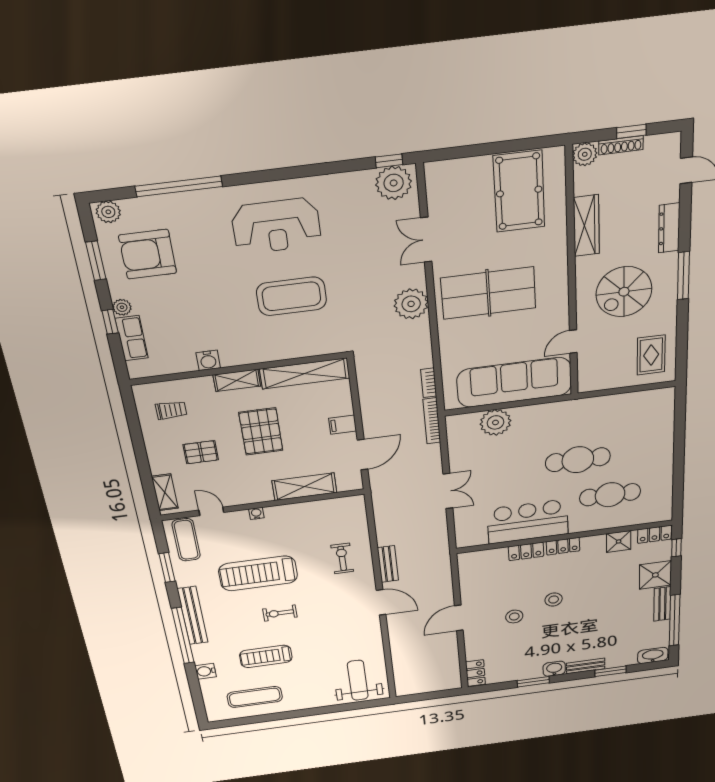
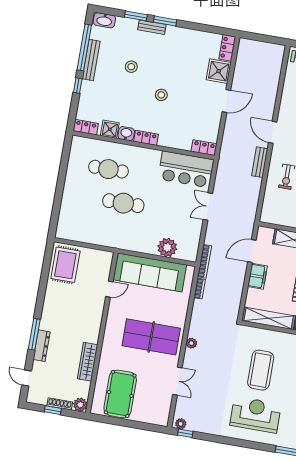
plant: (394, 183) -> (181, 424), width x0.53, depth x0.53
window: (683, 276) -> (34, 334), moved
spiral stairs: (624, 292) -> (74, 313), removed
coffee table: (292, 296) -> (261, 370), turned 90
plant: (411, 304) -> (191, 343), width x0.53, depth x0.53
rug: (651, 355) -> (65, 265), width x1.36, depth x1.43
filing cabinet: (342, 425) -> (257, 276), width x2.00
bar counter: (528, 522) -> (186, 169), moved
window: (676, 548) -> (78, 85), moved
locker: (526, 551) -> (204, 148), moved
shower: (655, 575) -> (219, 71), moved
bench: (662, 604) -> (91, 60), width x1.36
stool: (514, 617) -> (131, 67), moved
washbasin: (554, 669) -> (126, 134), moved, turned 180
window: (533, 682) -> (165, 21), moved

